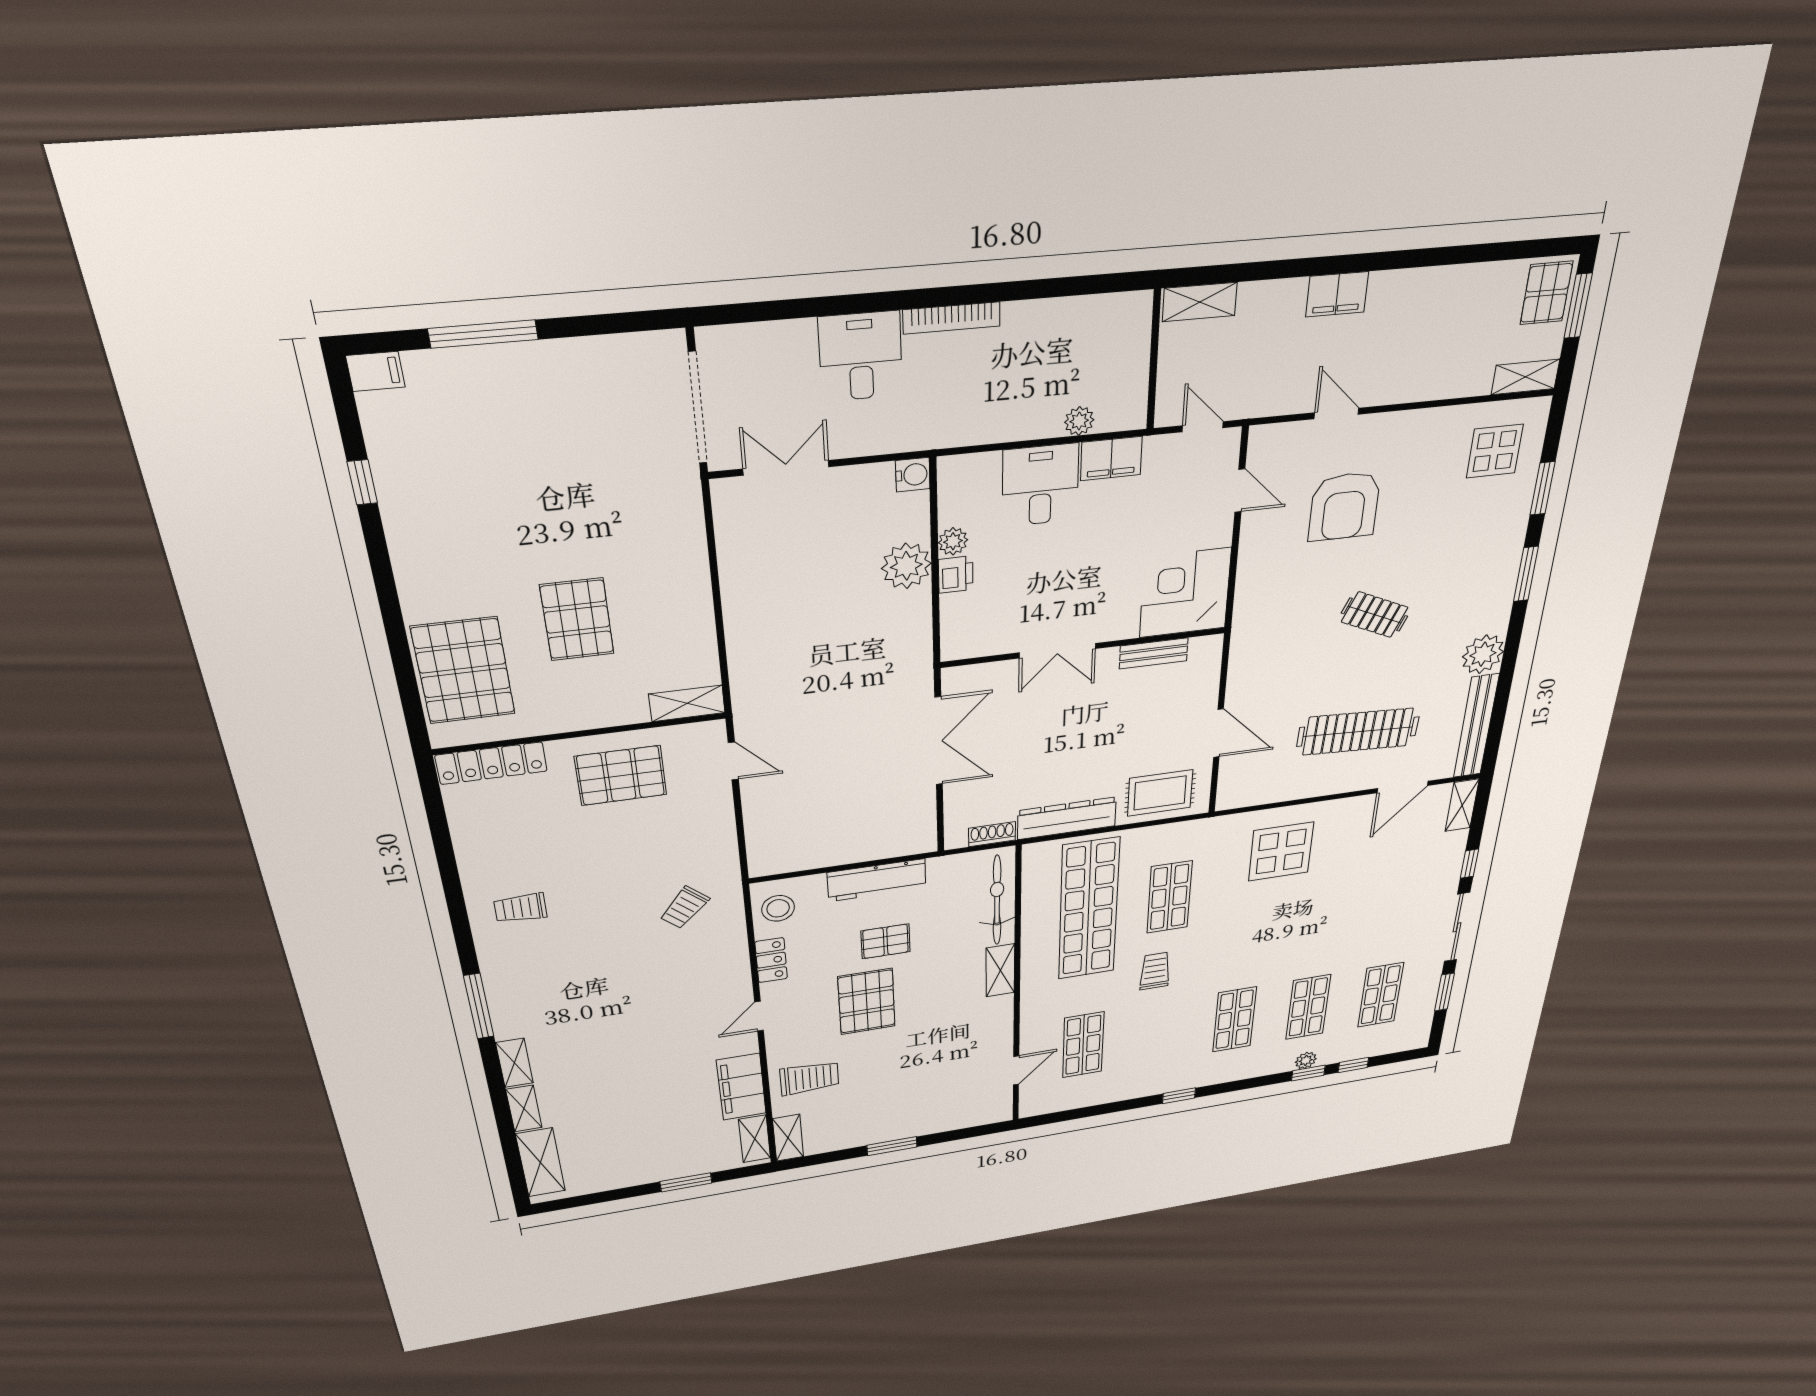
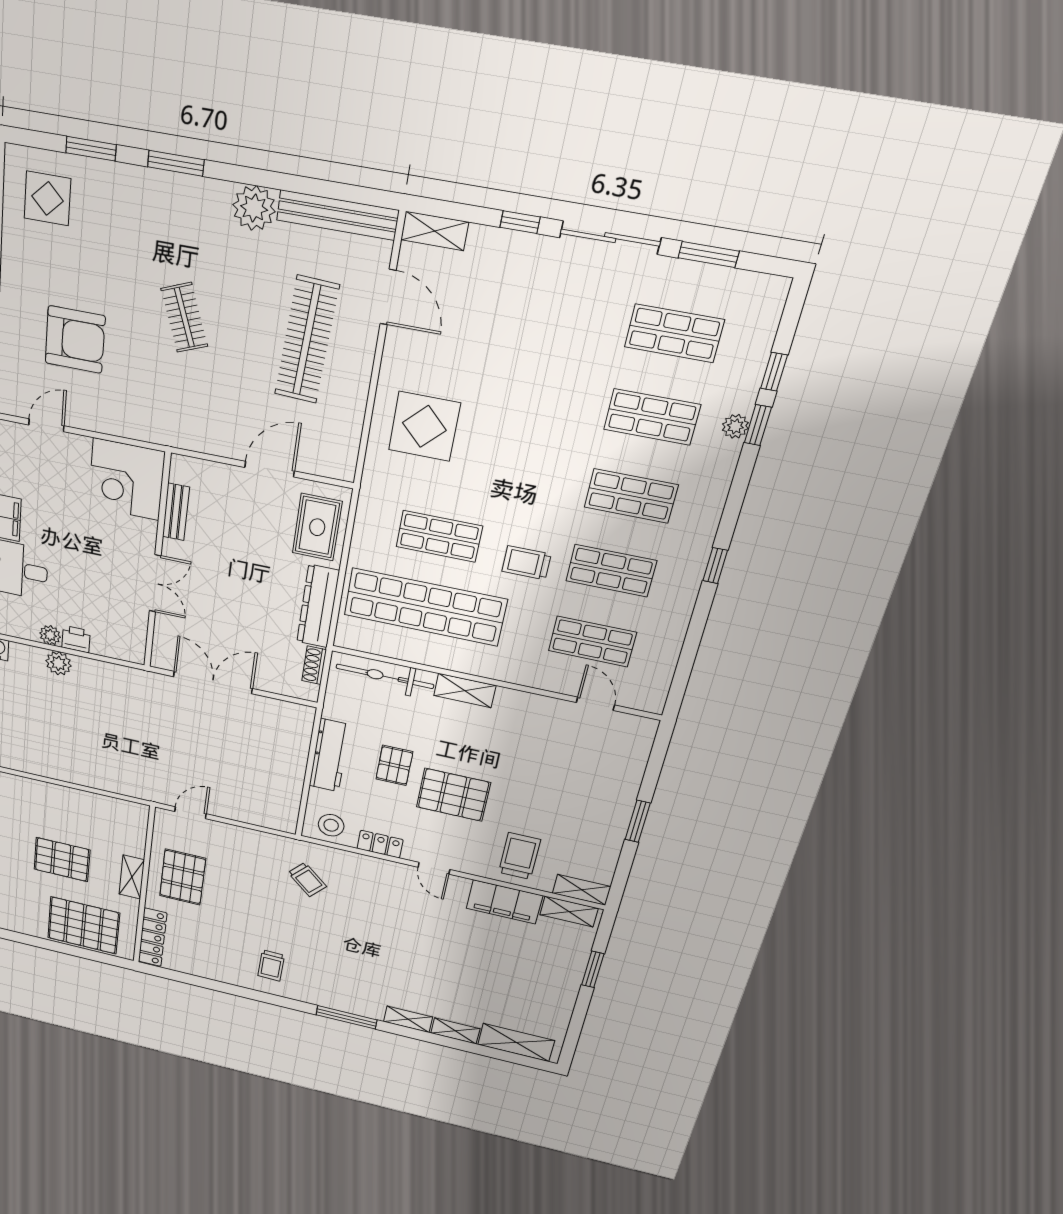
plant: (906, 566) -> (59, 663), width x0.73, depth x0.73
clothes rail: (1375, 615) -> (184, 317), turned -45
shelving: (687, 703) -> (132, 877), moved
shop shelf: (1159, 1032) -> (611, 571), added

